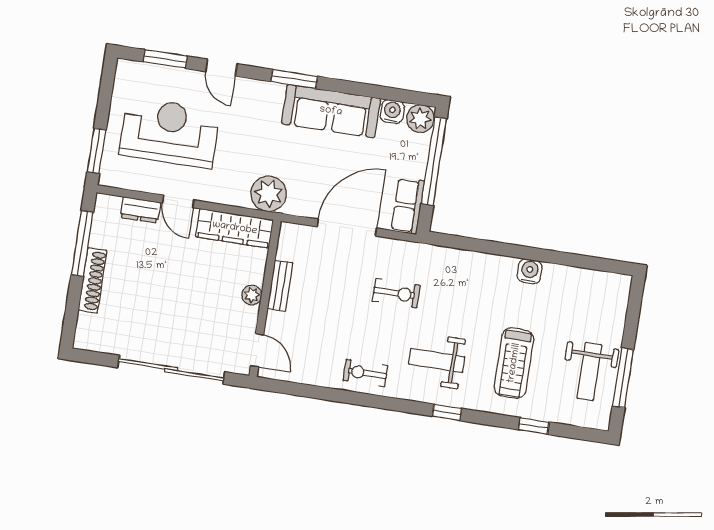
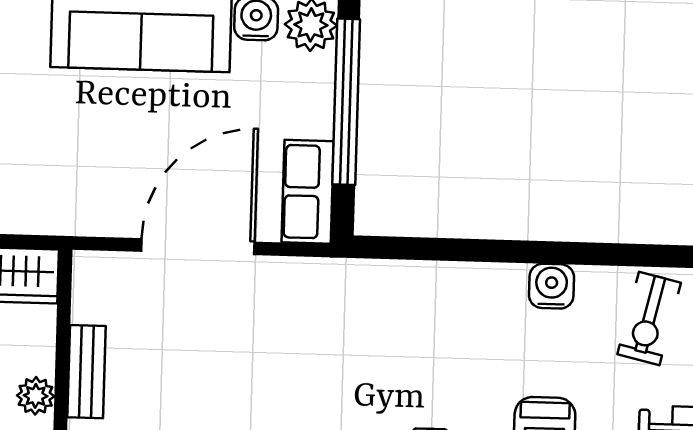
plant: (268, 194) -> (43, 202), removed
exercise bike: (396, 293) -> (649, 319), moved, turned 103

